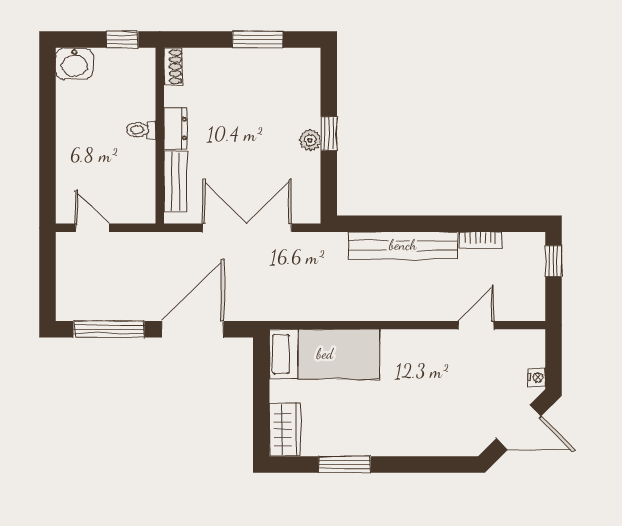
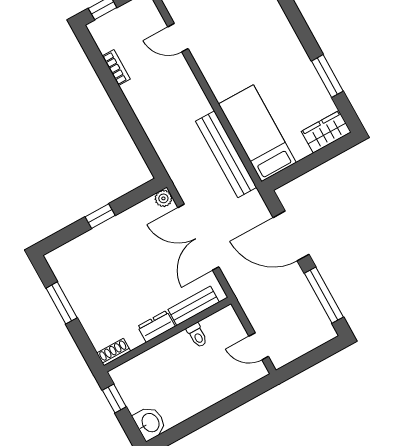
toilet: (141, 130) -> (197, 335), moved
plant: (310, 140) -> (163, 198), moved
door: (92, 228) -> (259, 346), hinge flipped
bench: (403, 245) -> (226, 154), moved

